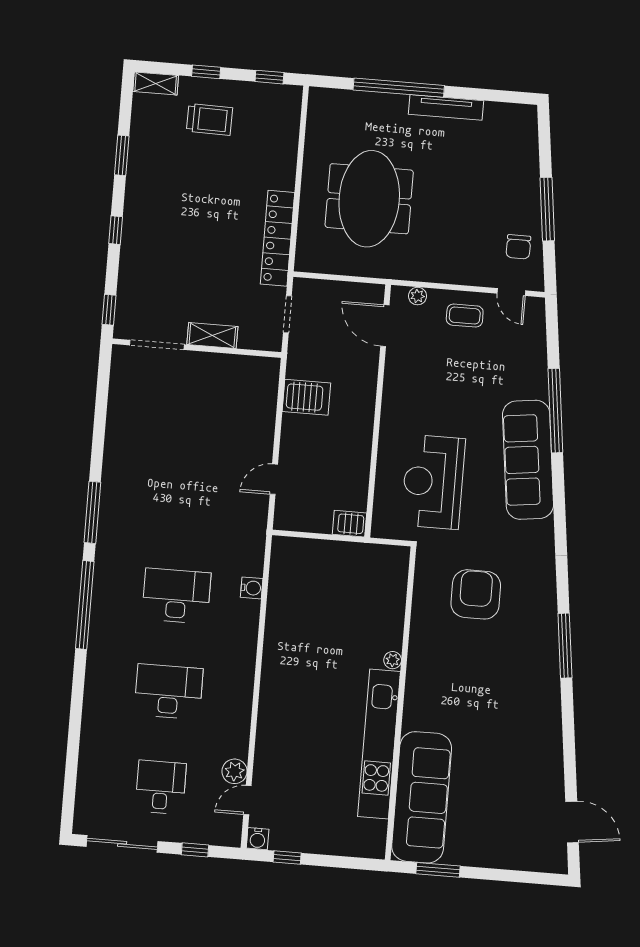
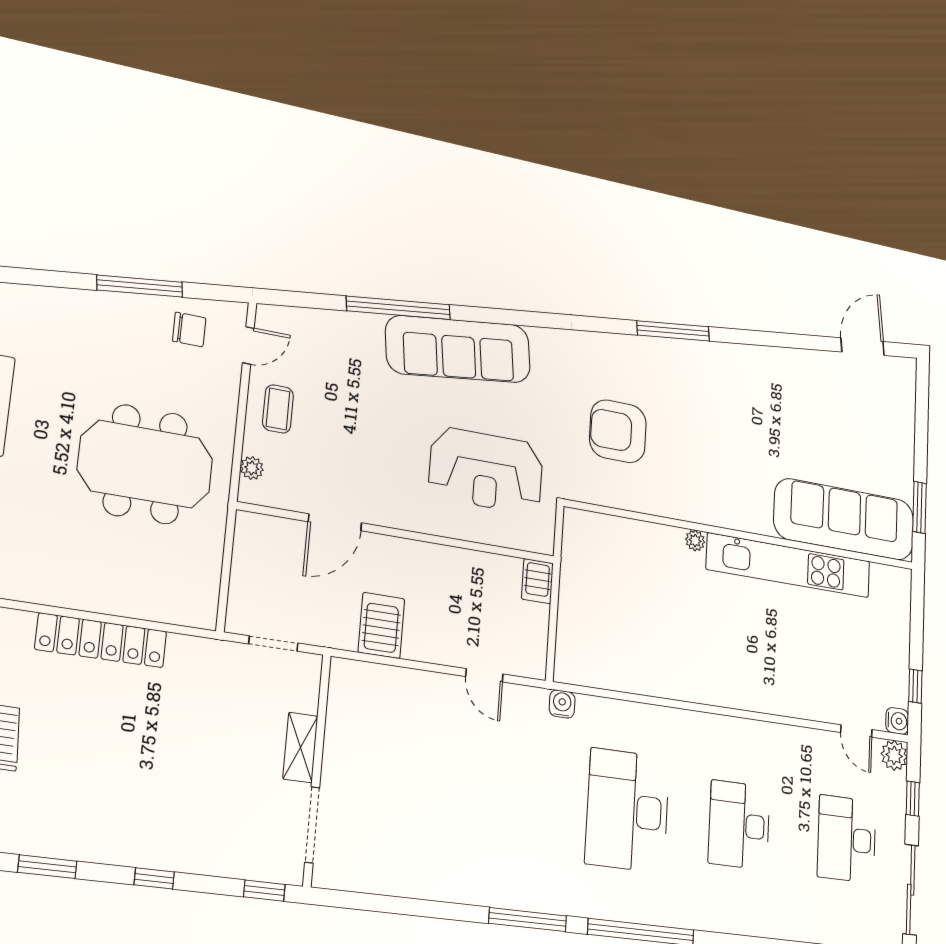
meeting table: (369, 199) -> (145, 464), moved
locker: (277, 238) -> (101, 640), moved
door: (385, 326) -> (335, 522), moved
water cooler: (252, 588) -> (562, 704), moved
desk: (176, 596) -> (627, 810), width x1.36, depth x1.30
plant: (235, 771) -> (894, 755), moved
desk: (161, 787) -> (847, 839), width x1.37

